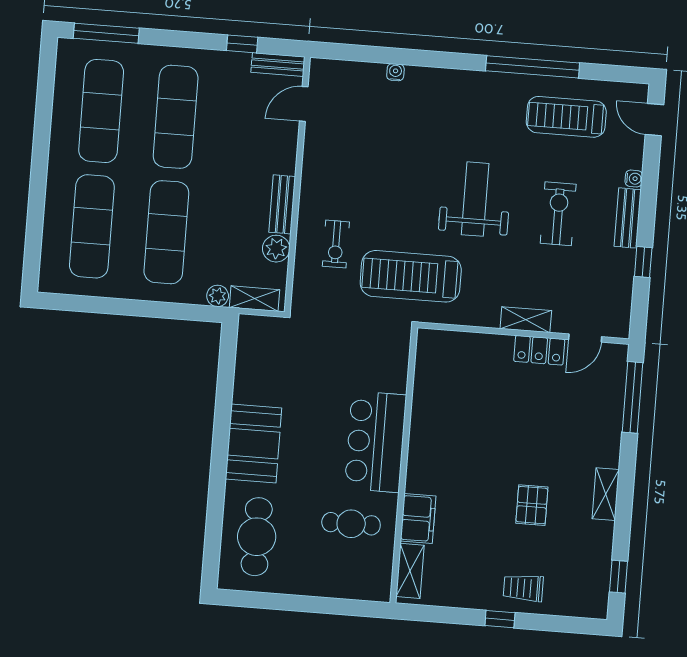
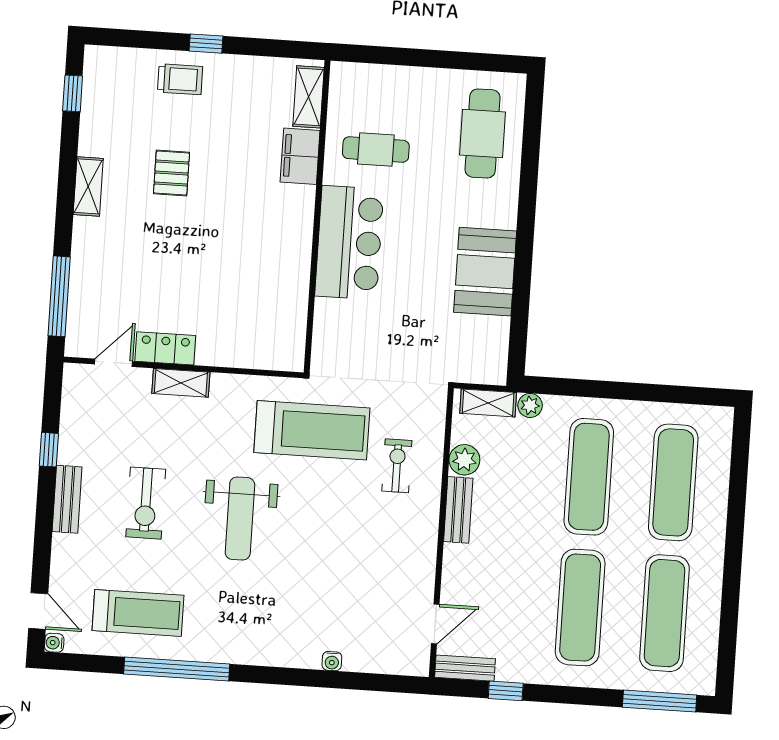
water cooler: (634, 179) -> (54, 643), moved
booth: (254, 444) -> (485, 272), moved

